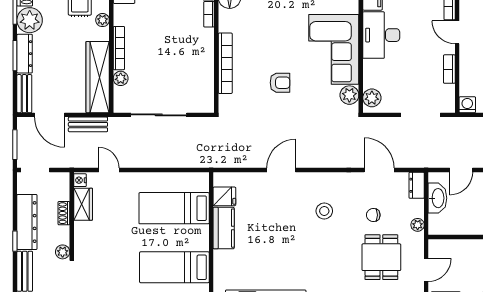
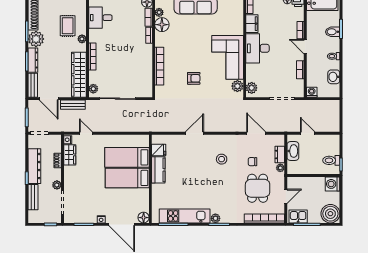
plant: (121, 78) -> (93, 89), moved
door: (461, 170) -> (308, 133), swing flipped
dresser: (417, 185) -> (280, 155), moved
bed: (174, 267) -> (127, 178), moved

